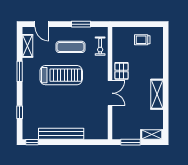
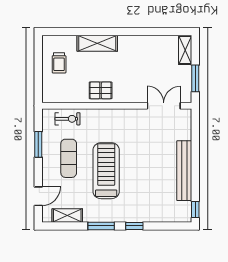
double door: (110, 93) -> (164, 106), moved
shelving: (157, 94) -> (97, 43), moved
window: (20, 112) -> (134, 226), moved

